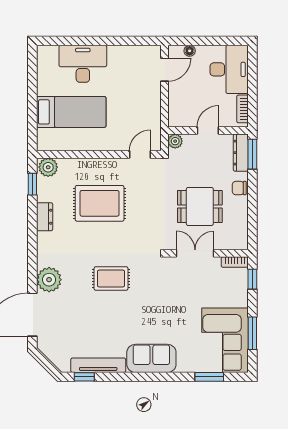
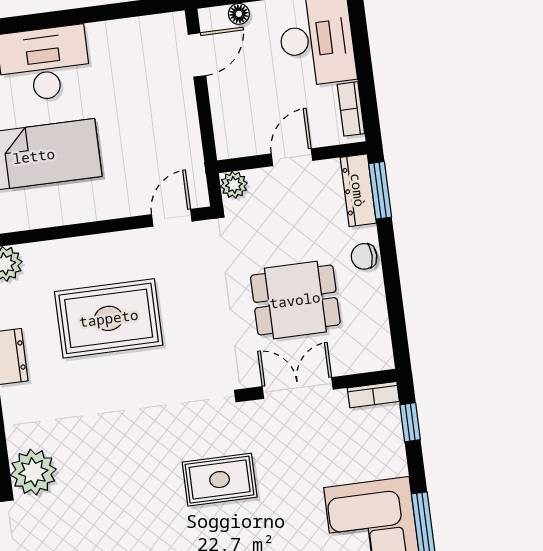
rug: (111, 279) -> (220, 480), moved

